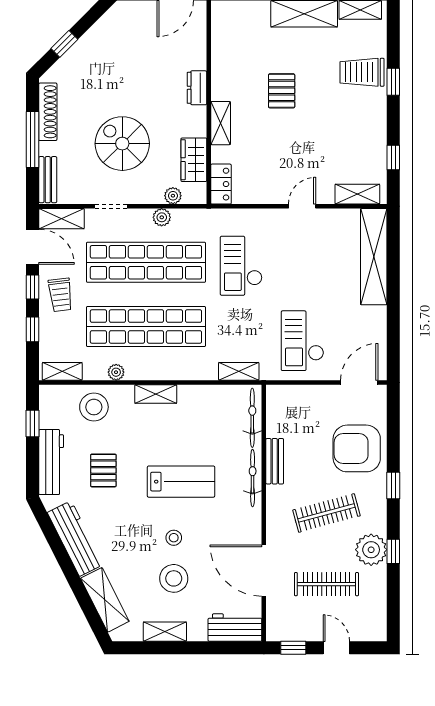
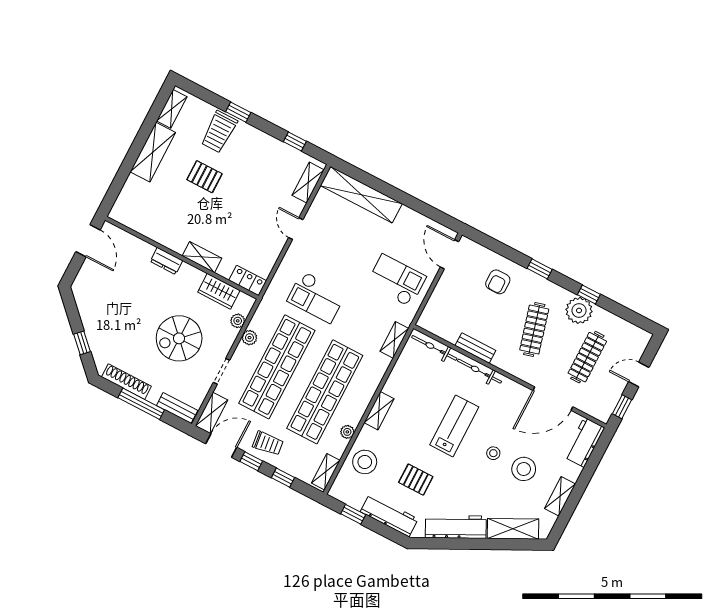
pallet: (282, 91) -> (204, 177), moved
checkout: (302, 341) -> (396, 281), turned 180
armchair: (357, 448) -> (498, 282), width x0.53, depth x0.53

